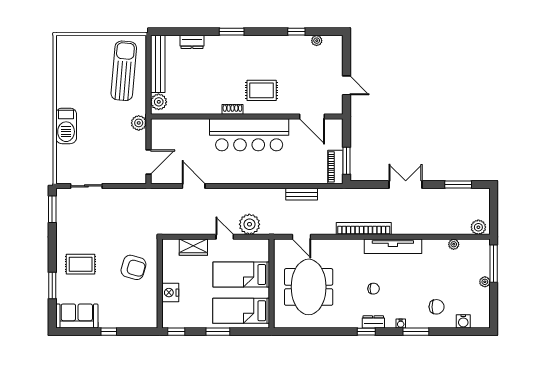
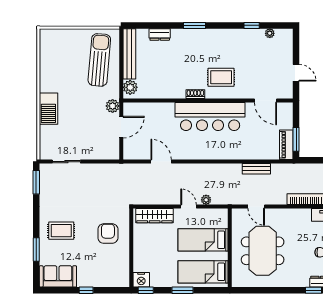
door: (148, 162) -> (121, 127), moved
plant: (249, 224) -> (206, 200), width x0.53, depth x0.53
wardrobe: (193, 247) -> (155, 216), width x1.50
armchair: (133, 267) -> (108, 234), turned -106
nightstand: (170, 293) -> (141, 280), moved, turned -90

